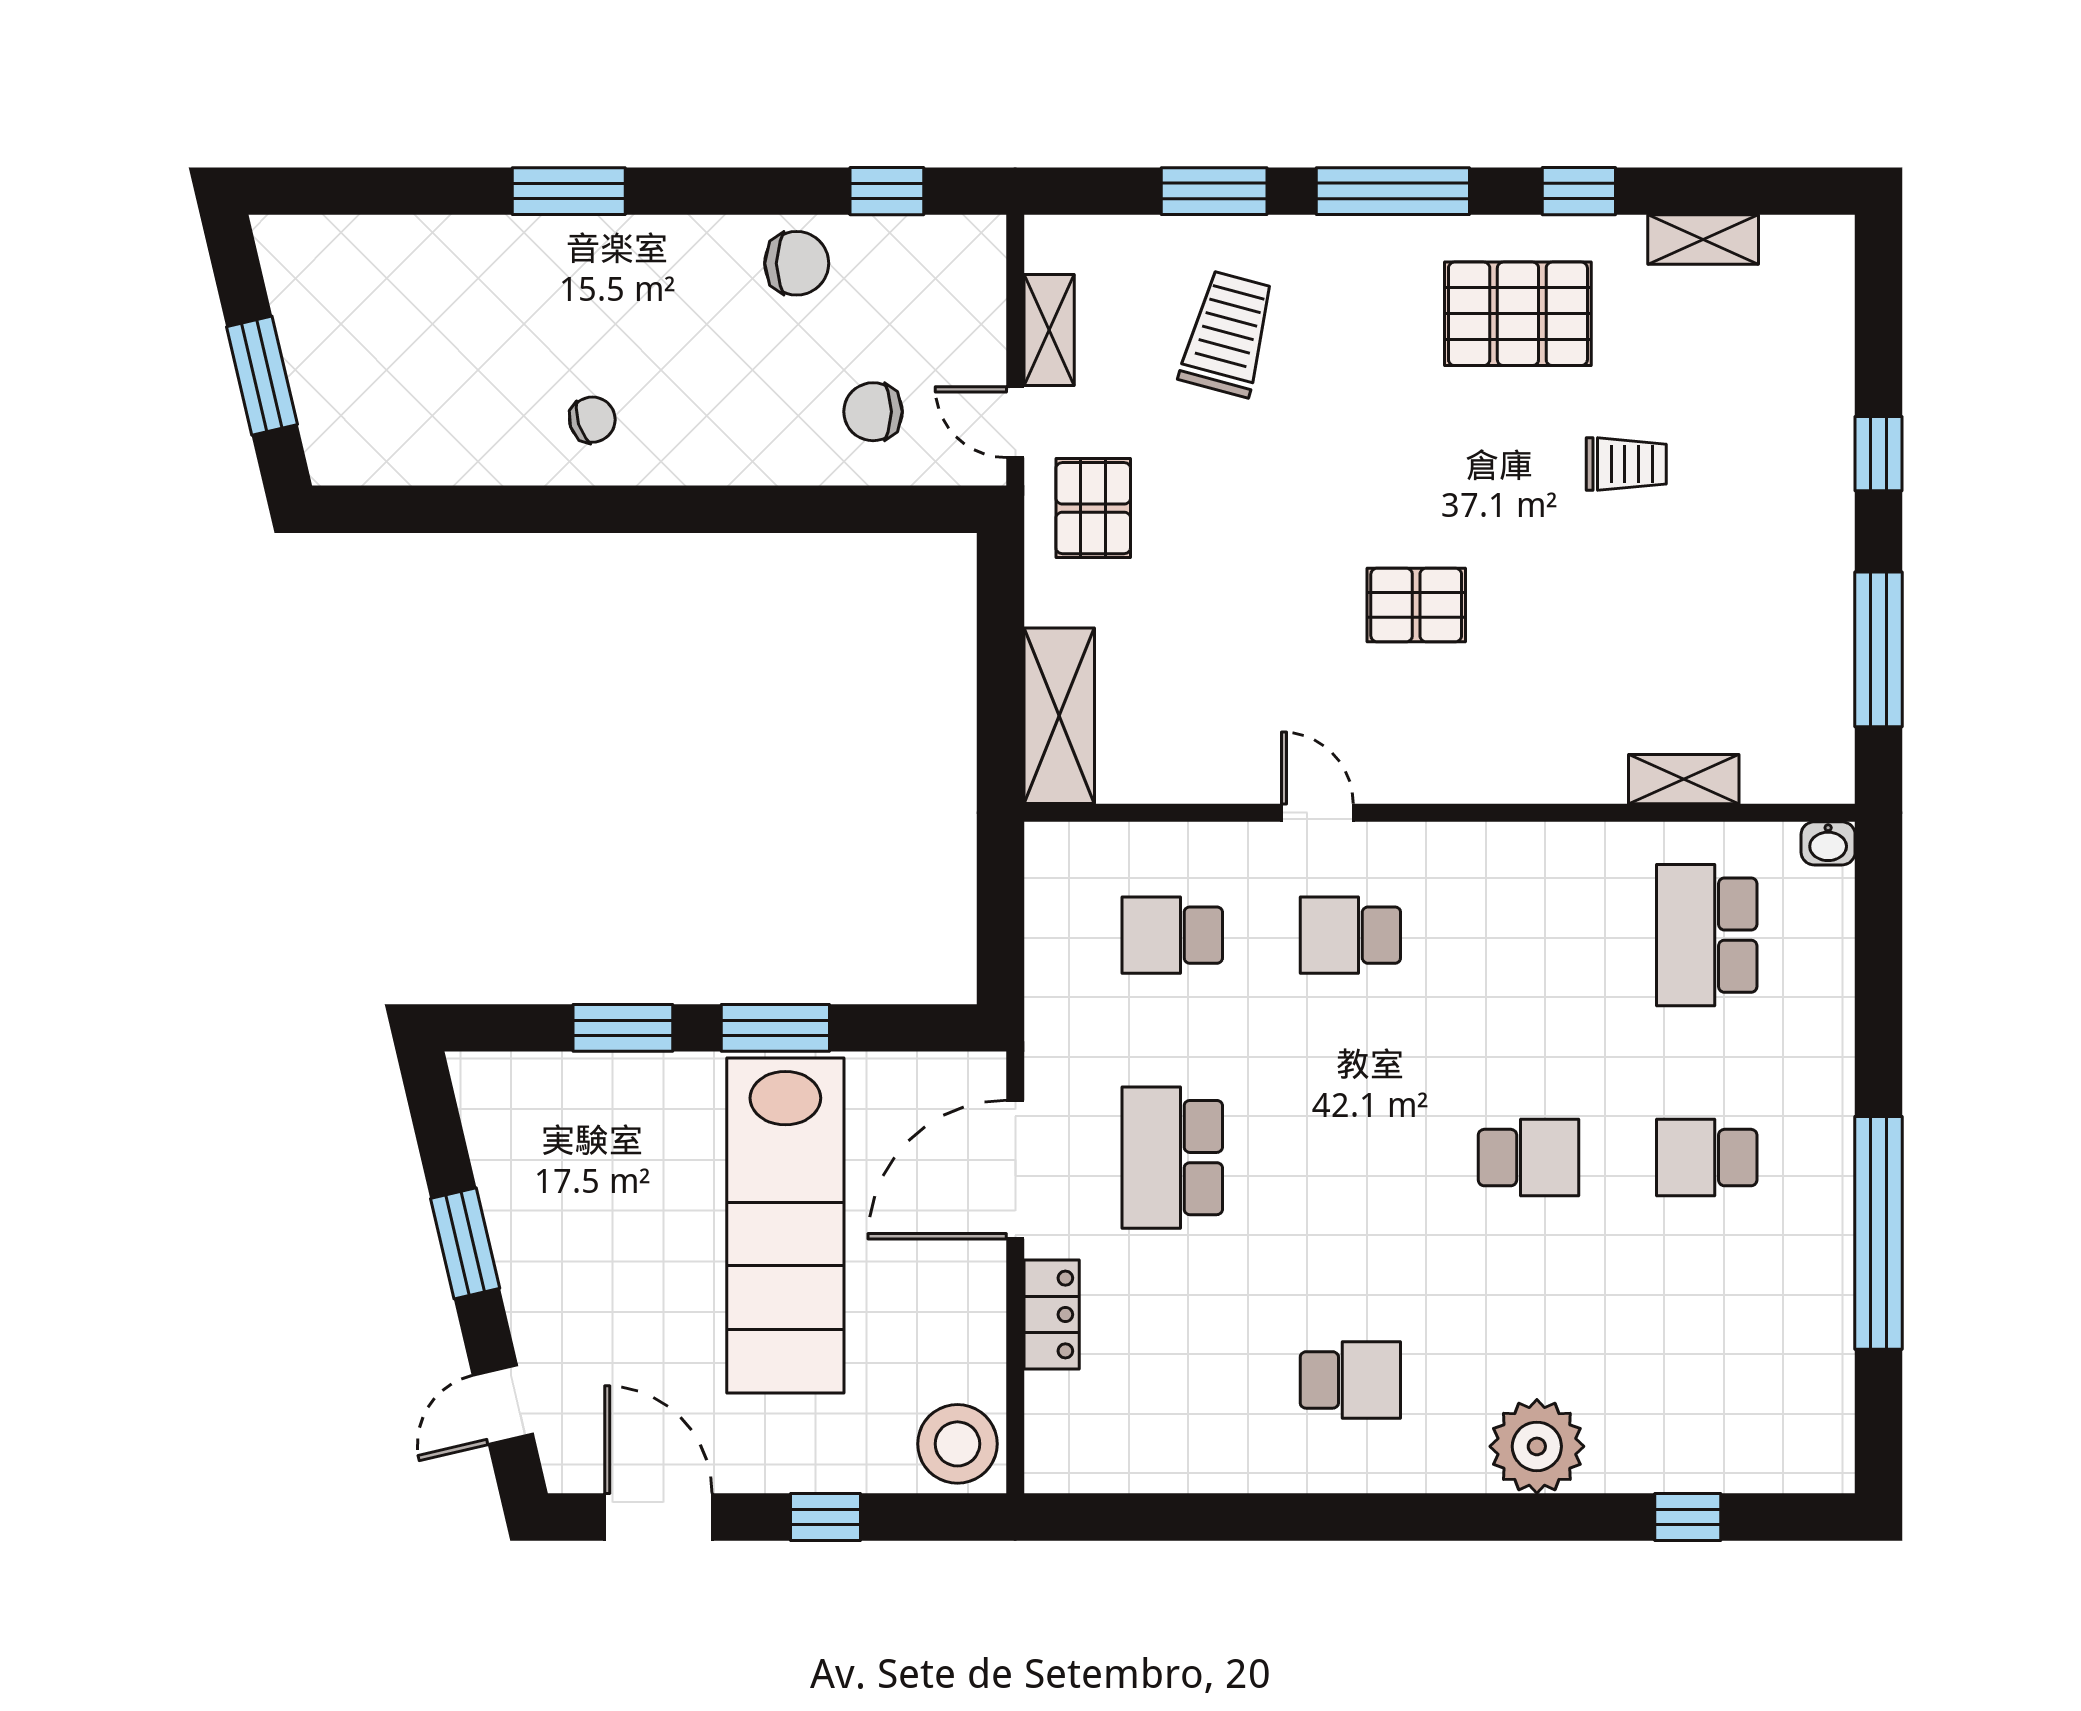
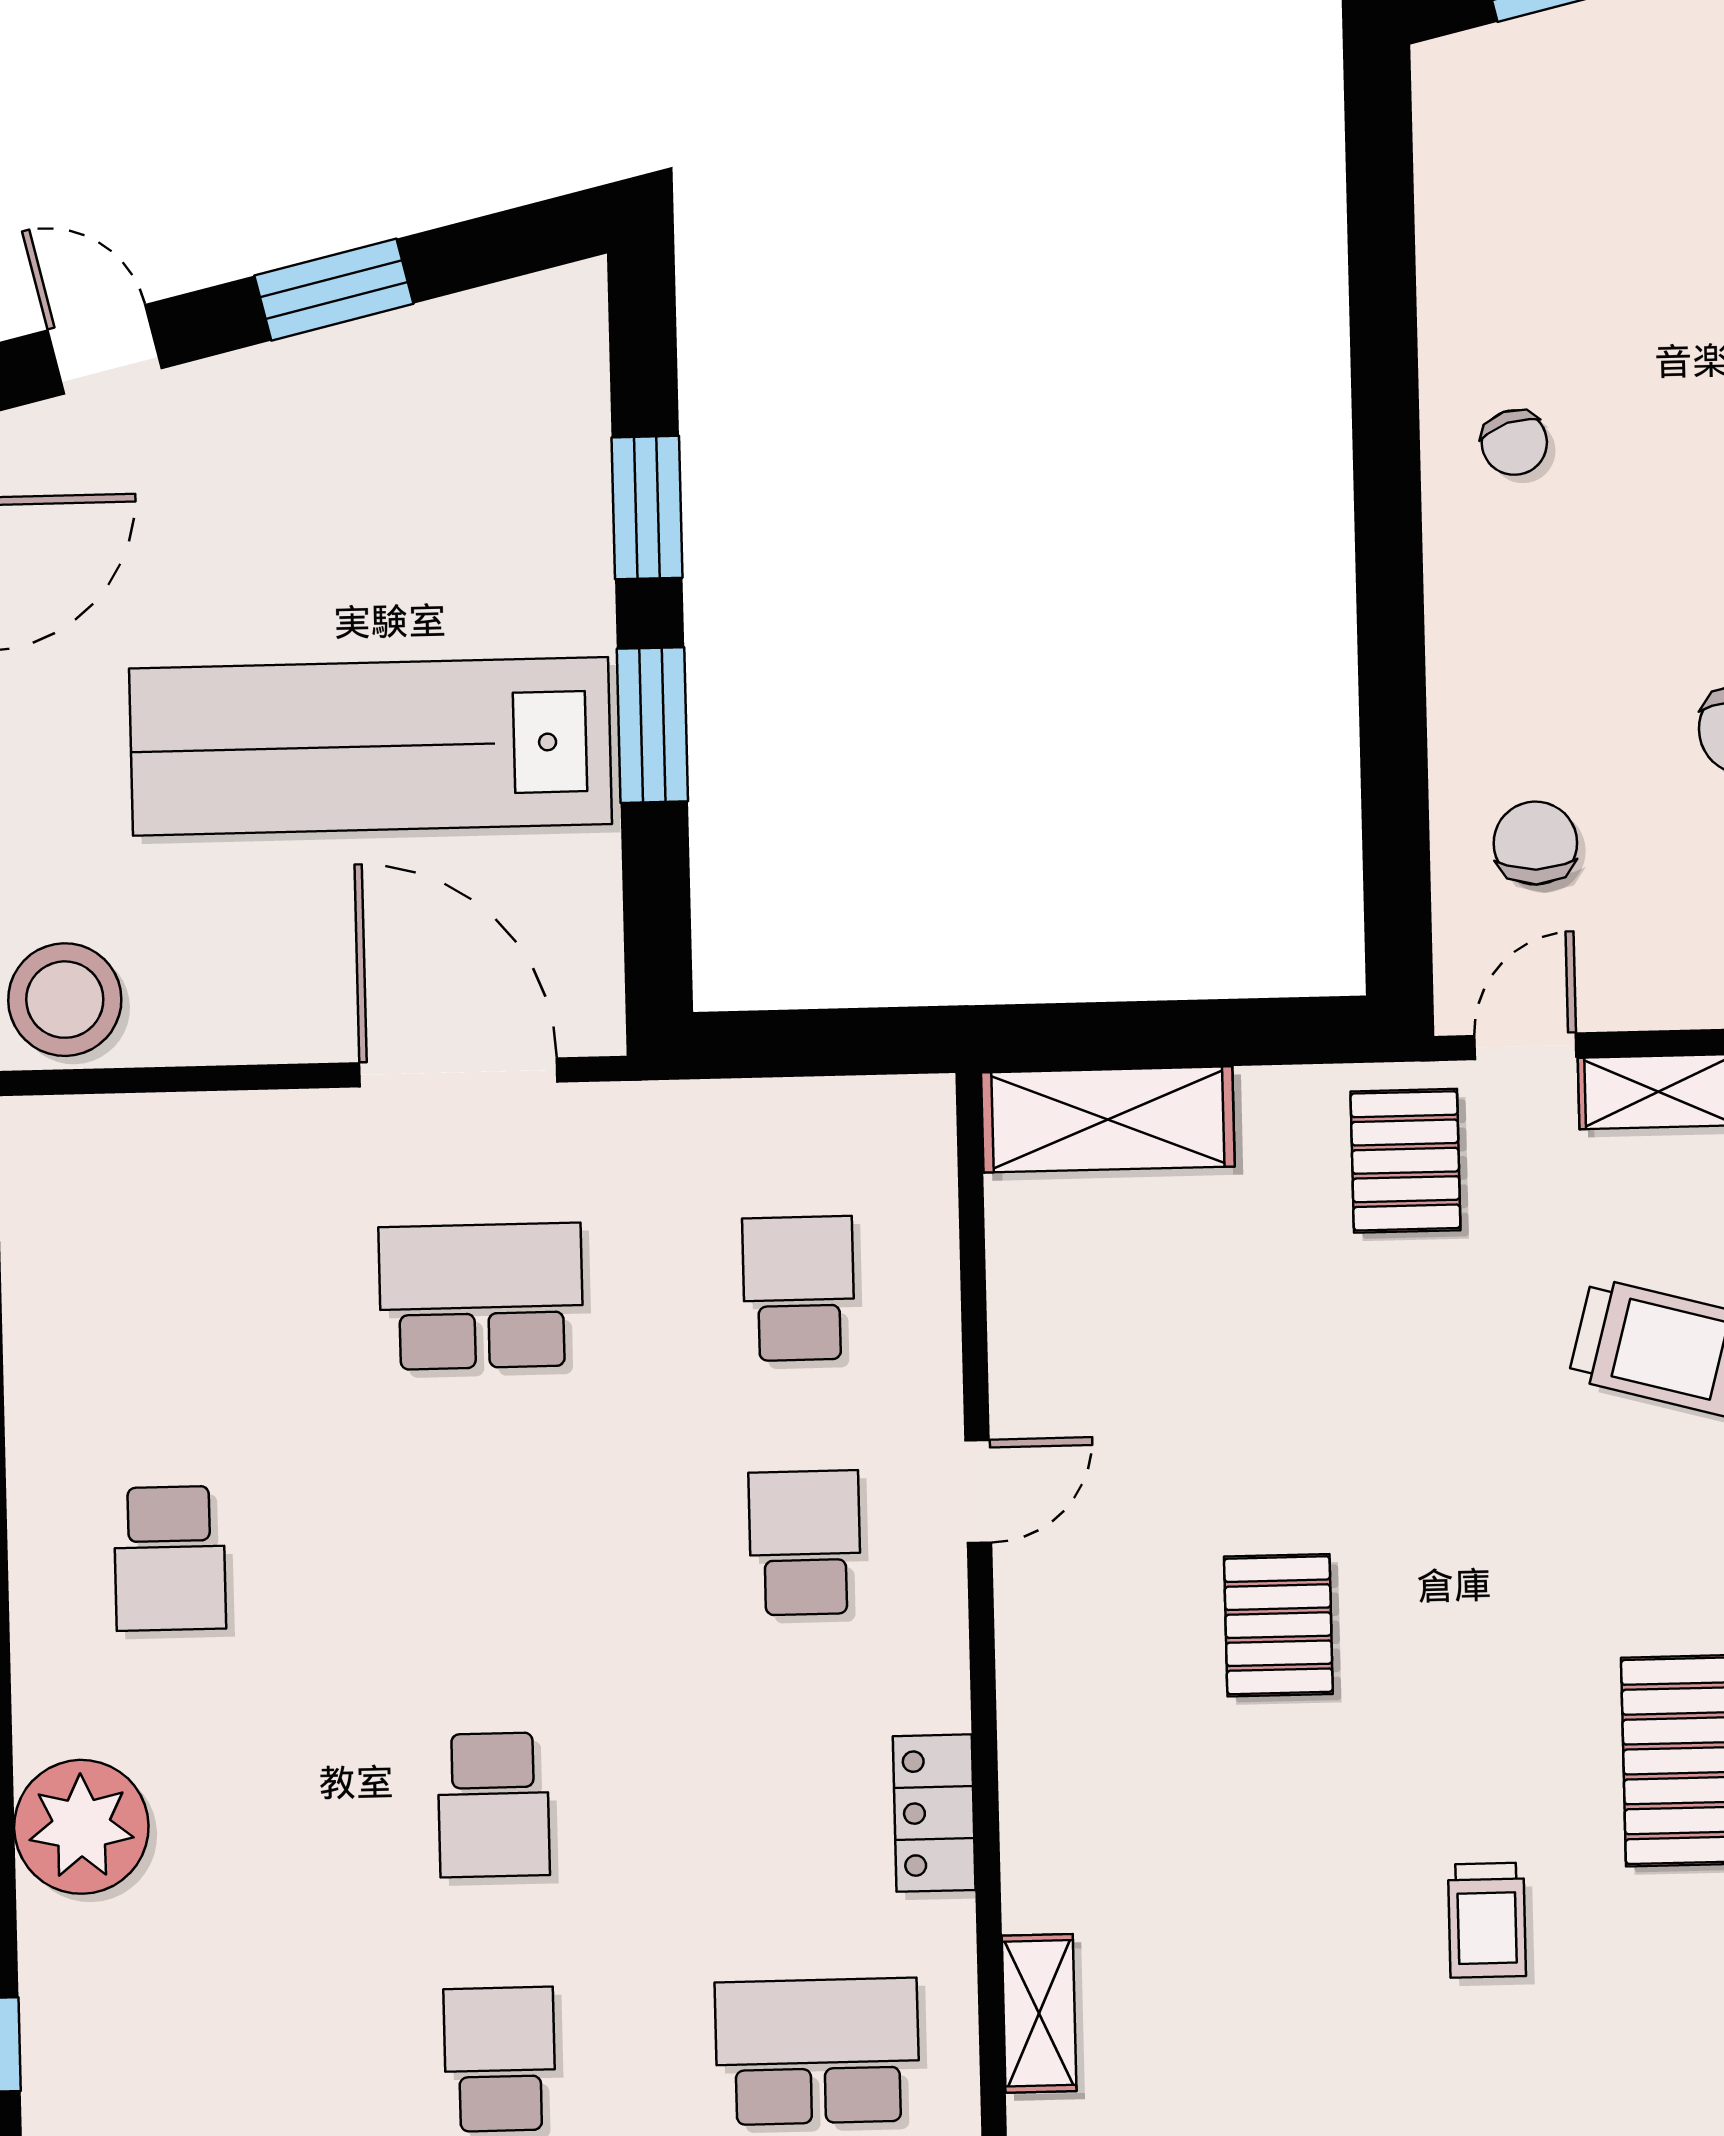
pallet: (1093, 508) -> (1405, 1161), turned 90
locker: (1052, 1315) -> (934, 1813), moved, turned 90

